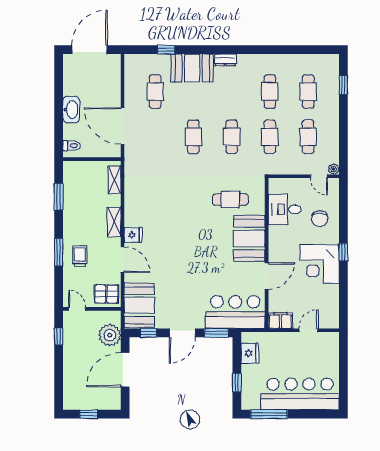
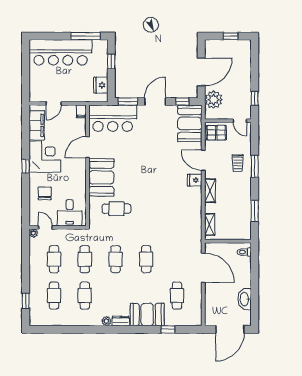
plant: (243, 60) -> (106, 321), added
washbasin: (71, 110) -> (245, 299), moved
desk: (285, 209) -> (70, 213), moved, turned 90
filing cabinet: (330, 303) -> (37, 125), added
filing cabinet: (280, 320) -> (81, 111), width x0.50

